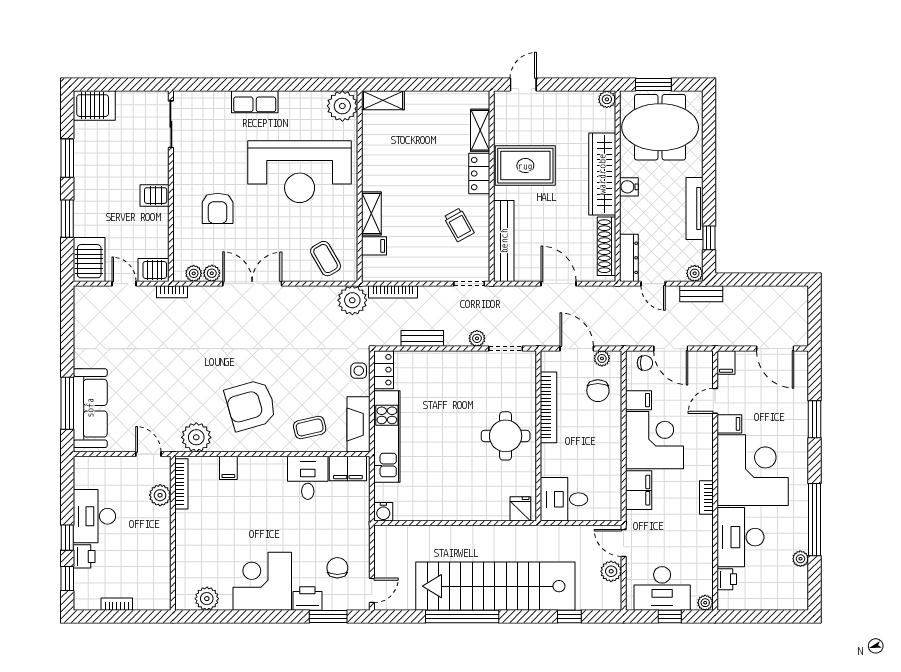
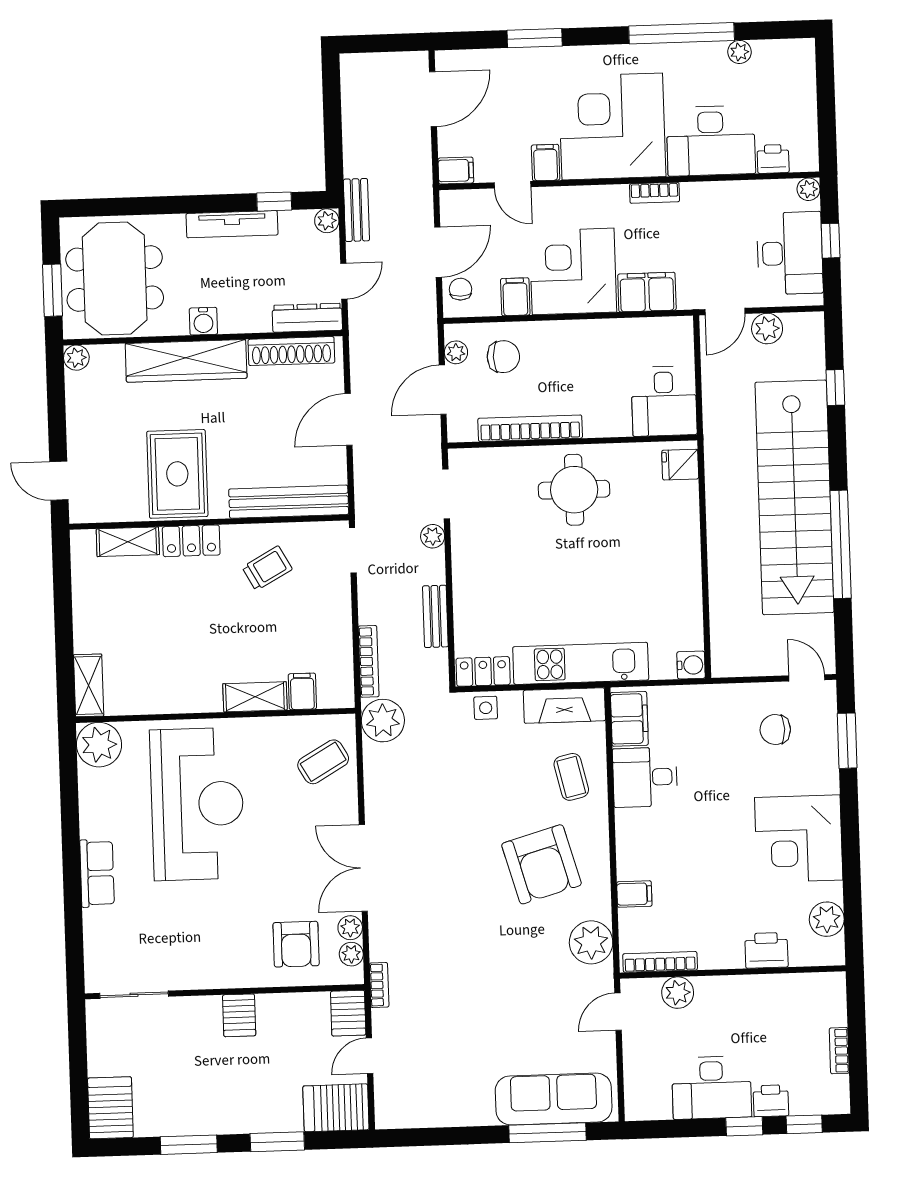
armchair: (218, 208) -> (296, 944), moved, turned 90
printer: (307, 599) -> (766, 950), moved, turned 90

